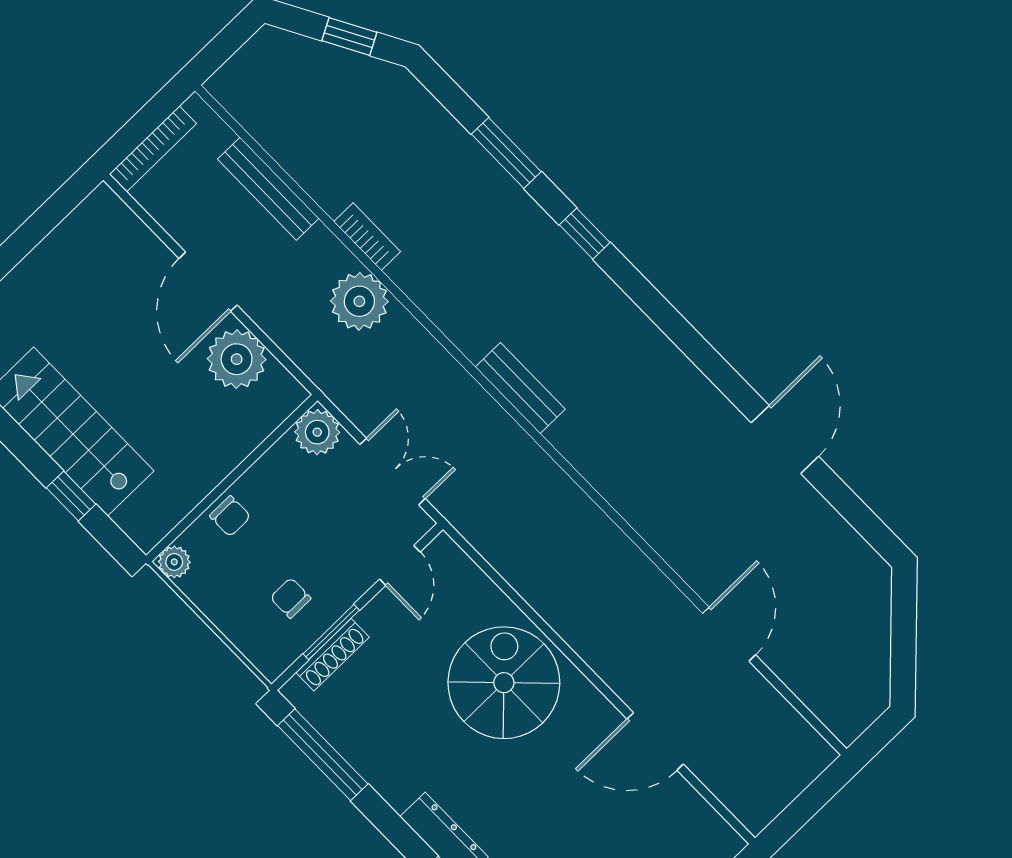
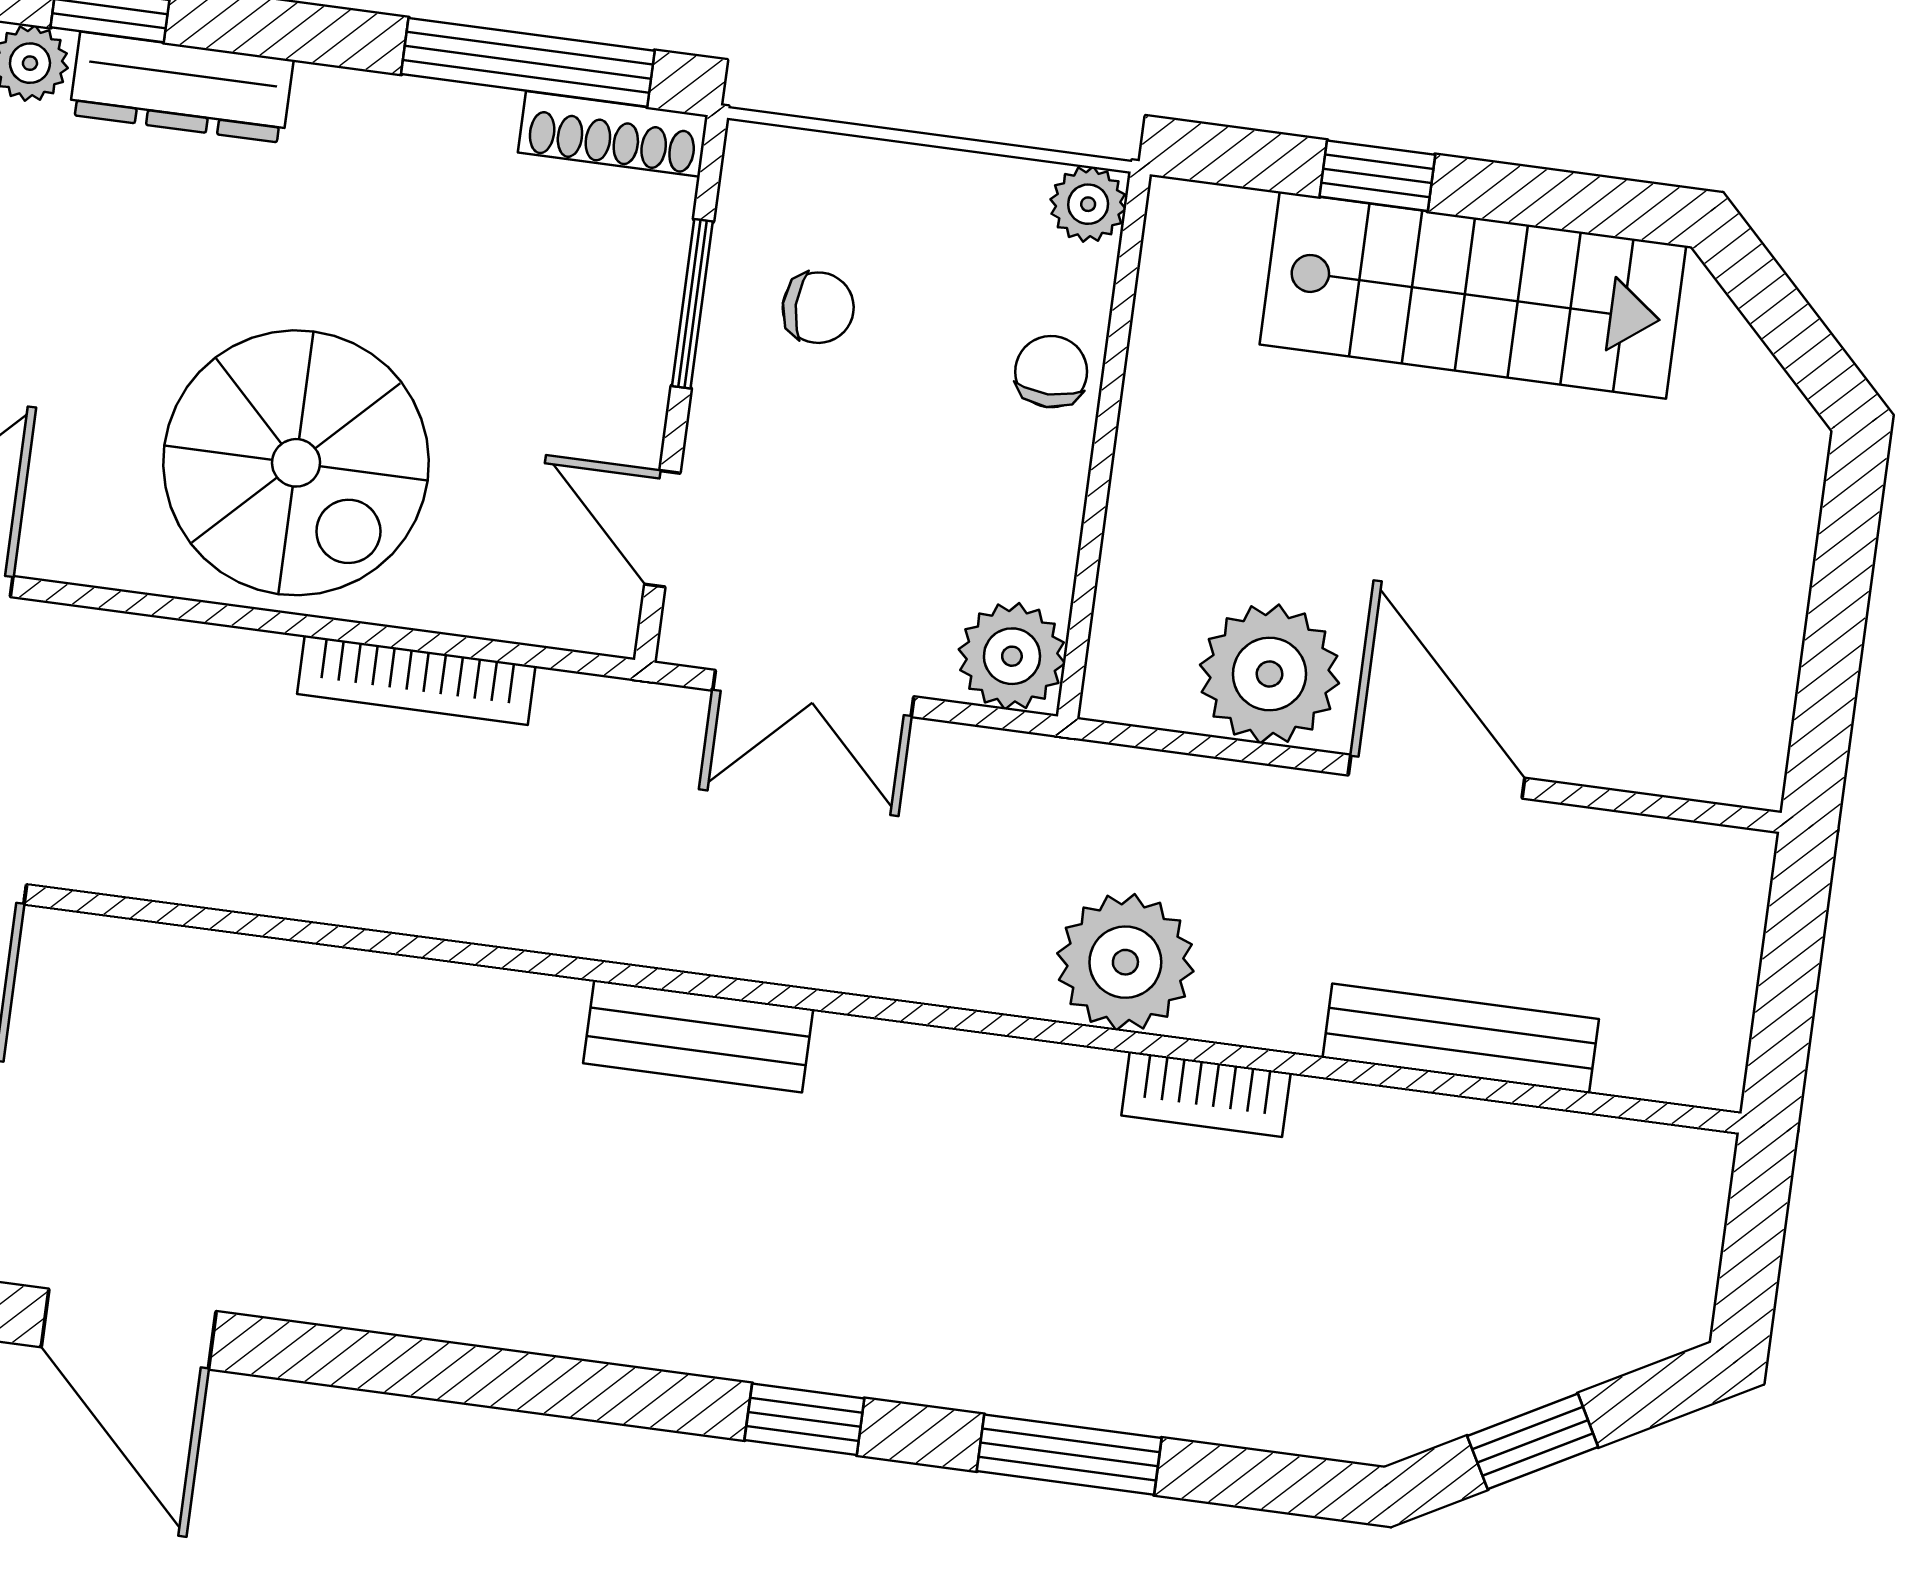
bookcase: (153, 149) -> (416, 680), moved, turned -90
chair: (230, 516) -> (1051, 372), turned 90
shoe rack: (332, 655) -> (613, 134), moved, turned -90

